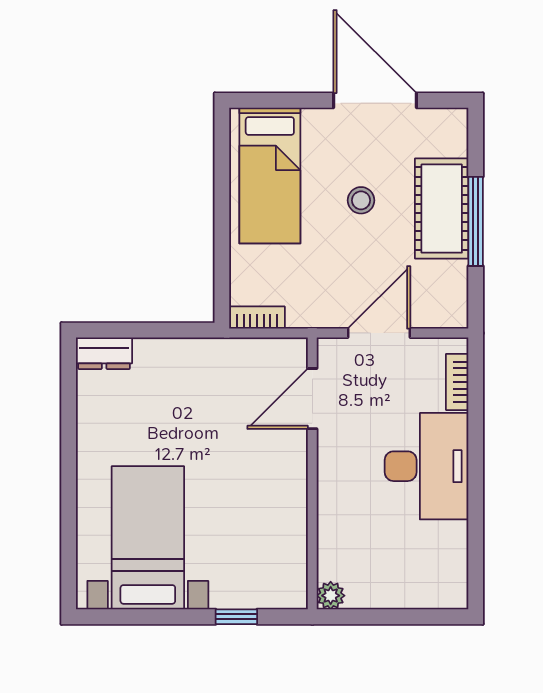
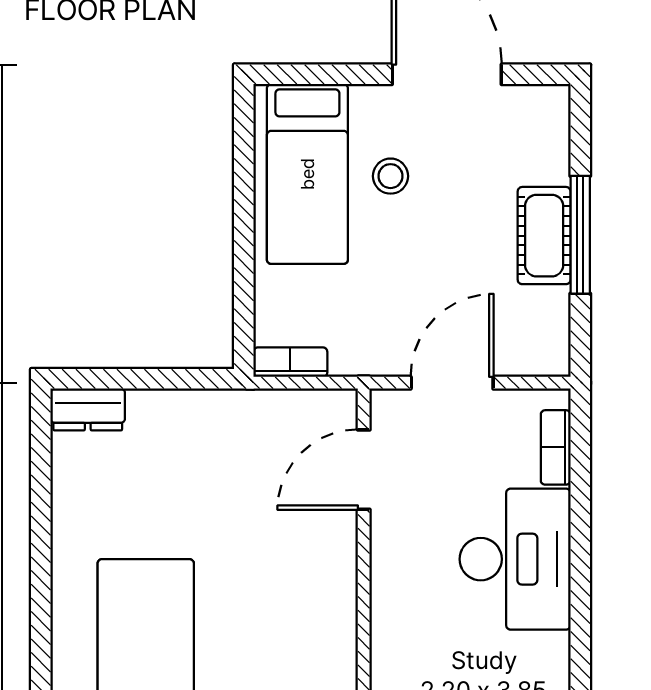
stool: (361, 200) -> (391, 176), moved
cot: (442, 209) -> (544, 236), width x0.73, depth x0.75

